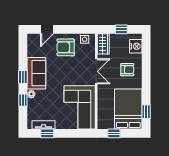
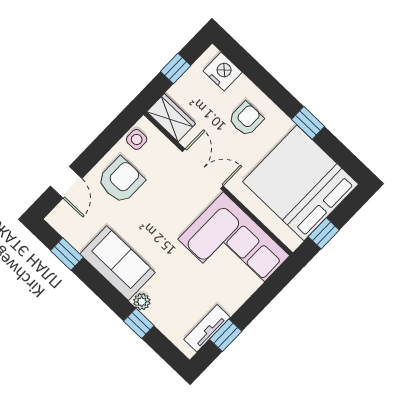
armchair: (66, 47) -> (121, 180), turned 180
window: (23, 77) -> (67, 254), moved
bed: (128, 109) -> (300, 183), width x1.36
window: (146, 112) -> (308, 123), moved

